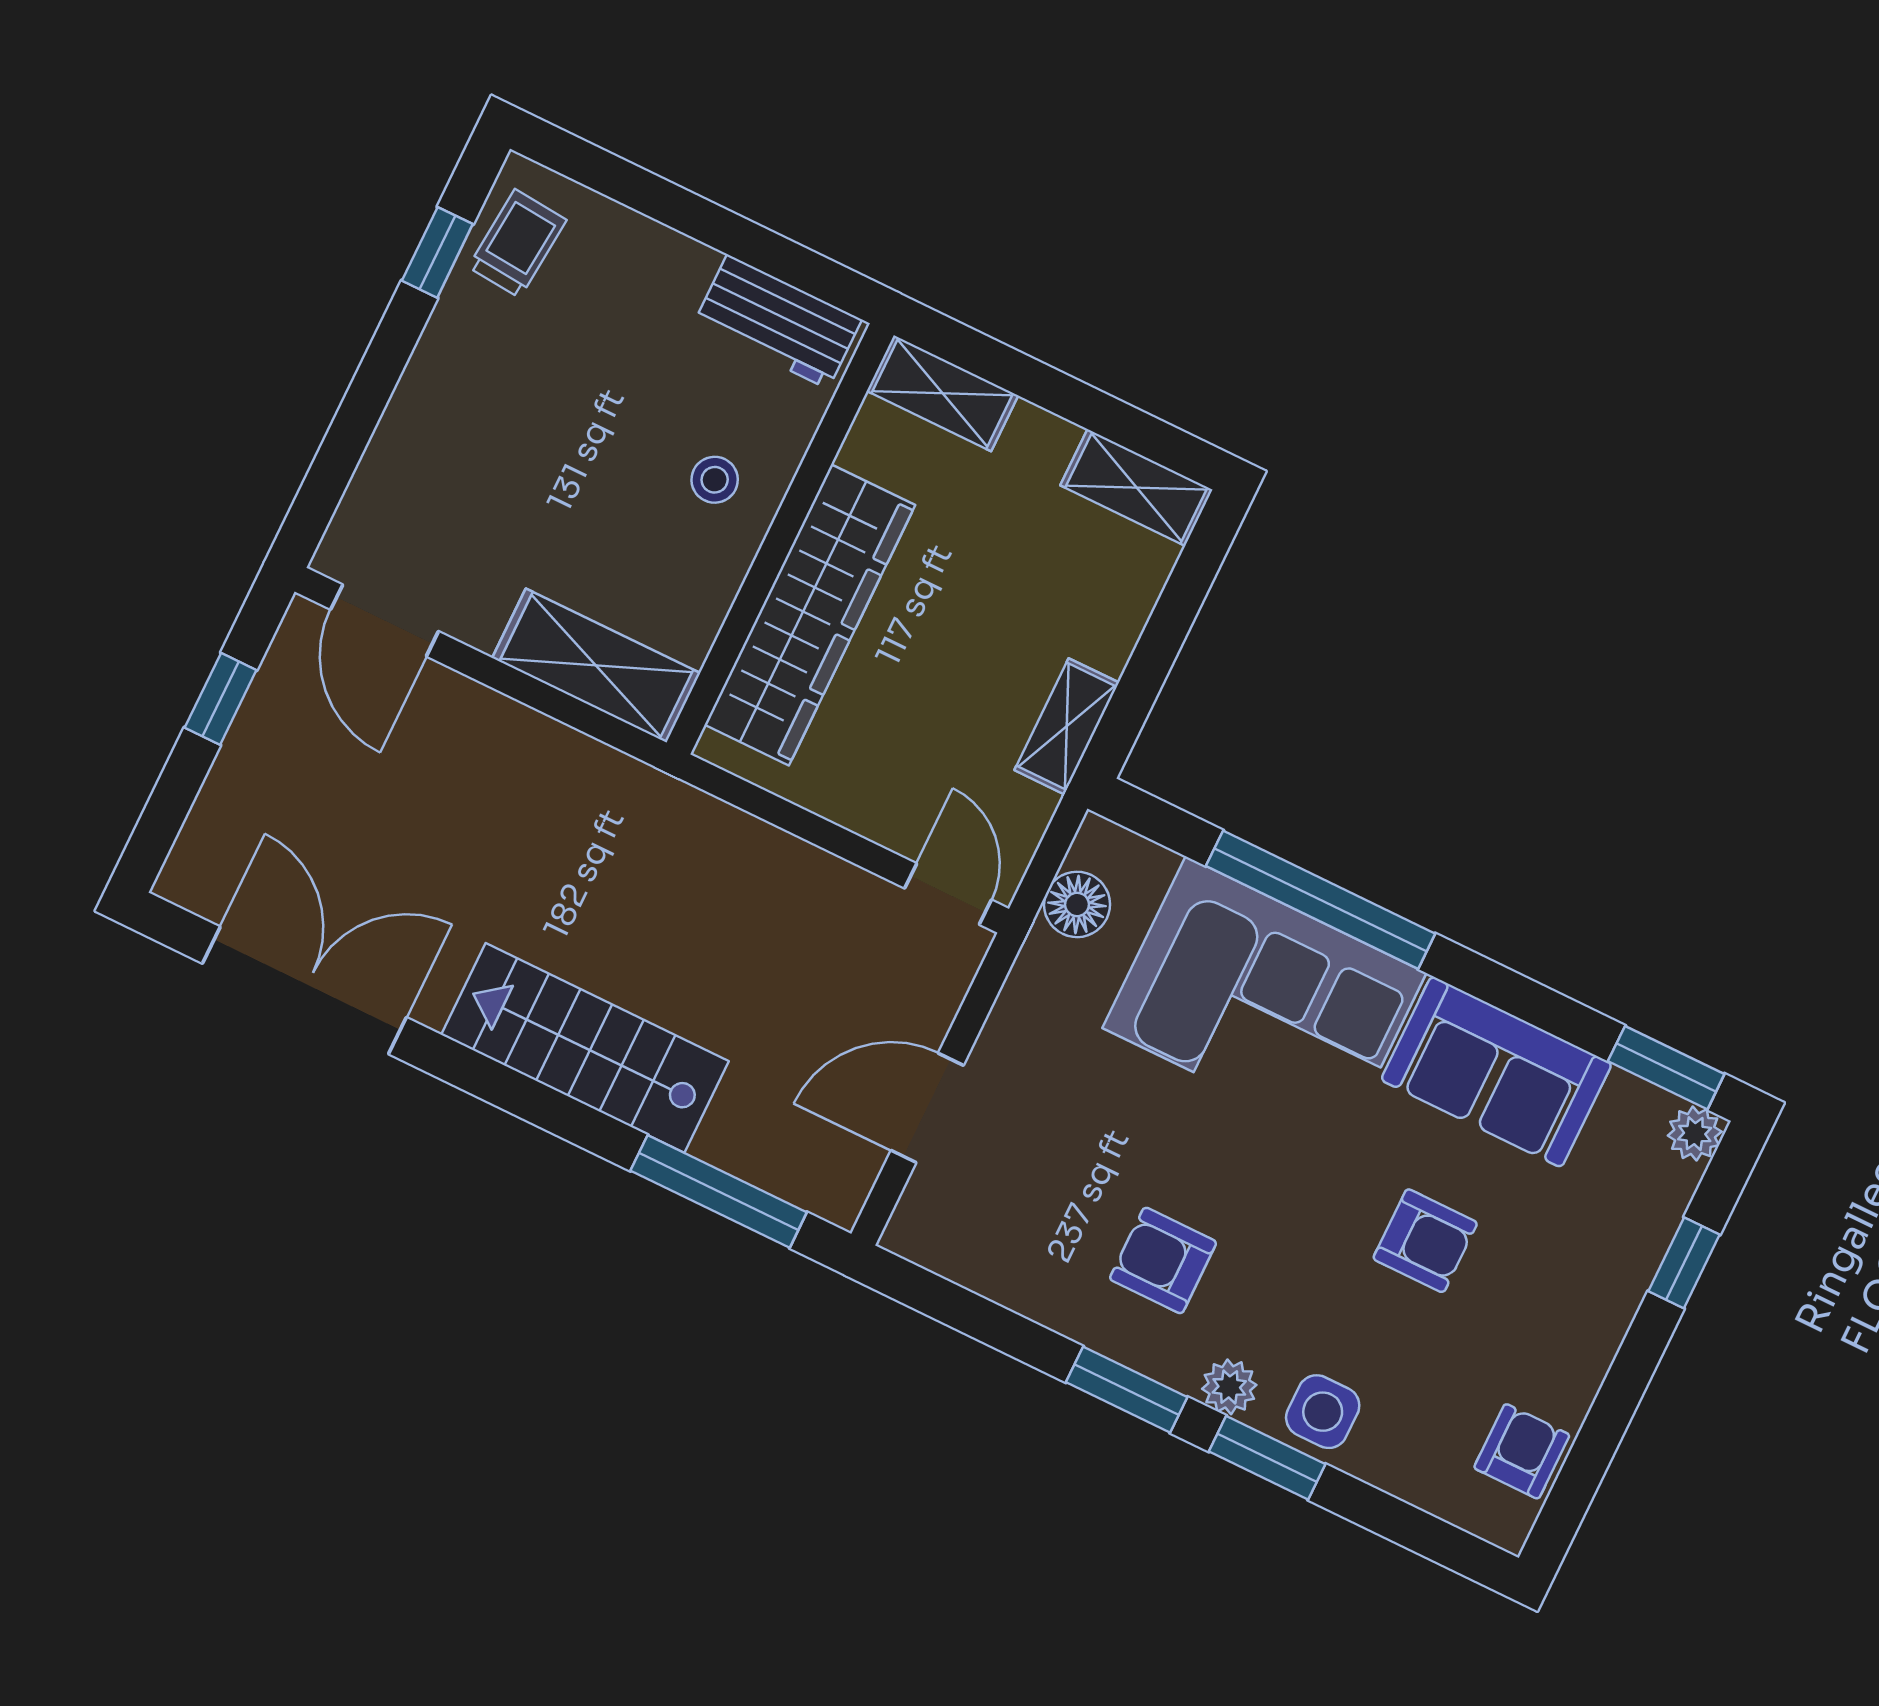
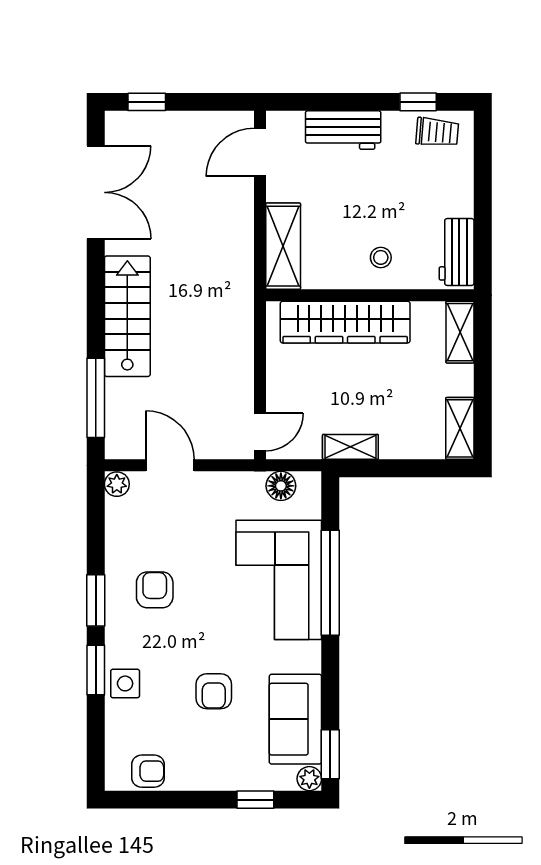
workbench: (421, 431) -> (343, 130), added
window: (221, 699) -> (147, 102), moved
sofa: (1496, 1072) -> (295, 719), moved
plant: (1229, 1387) -> (117, 484), moved

